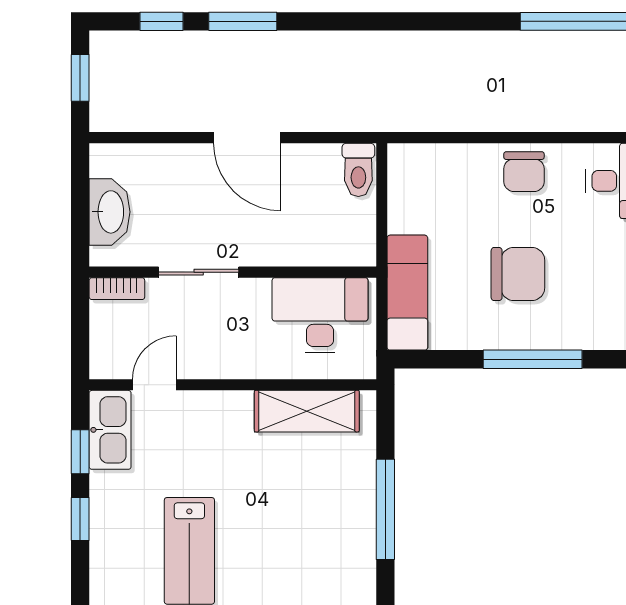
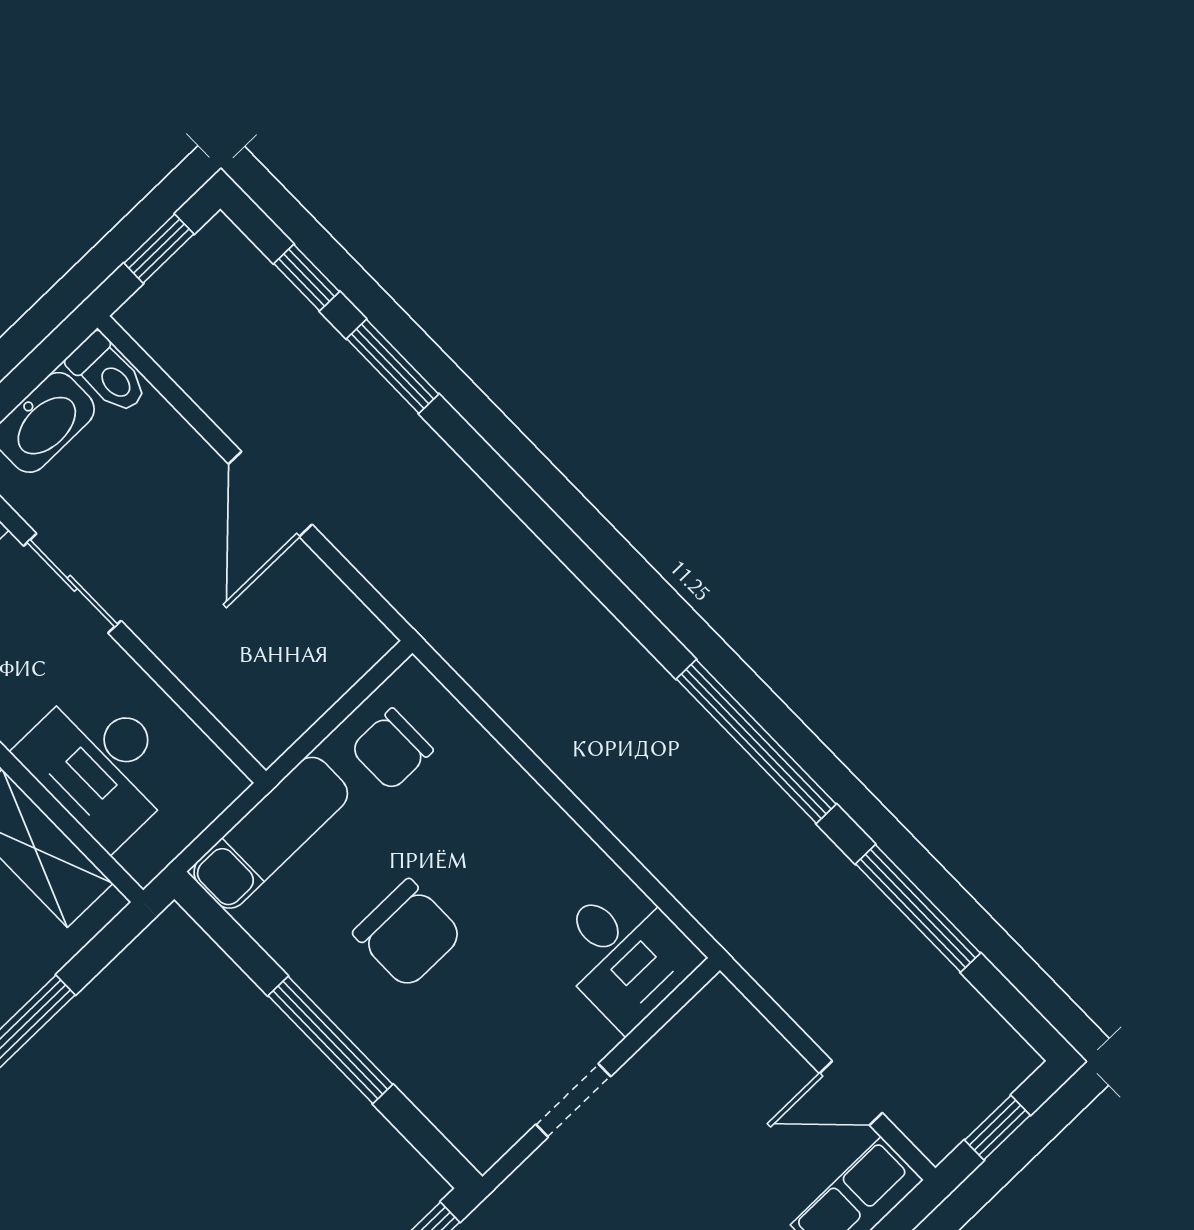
toilet: (358, 170) -> (108, 374), moved, turned -90
chair: (524, 172) -> (392, 749), moved
desk: (320, 315) -> (100, 764), moved, turned 180

